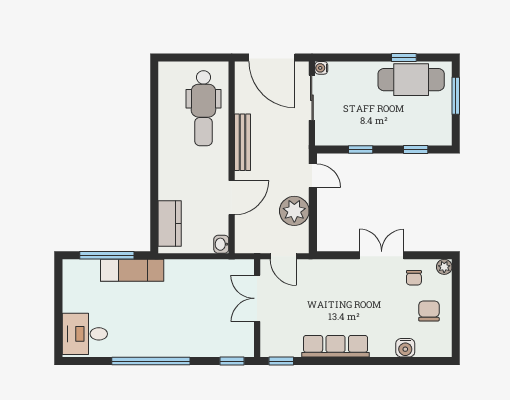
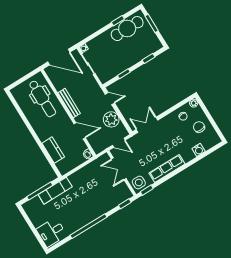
door: (232, 198) -> (80, 131), hinge flipped
kitchen counter: (170, 223) -> (53, 150), moved
double door: (382, 255) -> (147, 125), moved
side table: (276, 341) -> (139, 182), added

